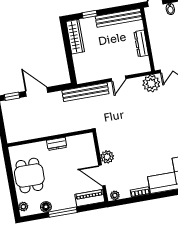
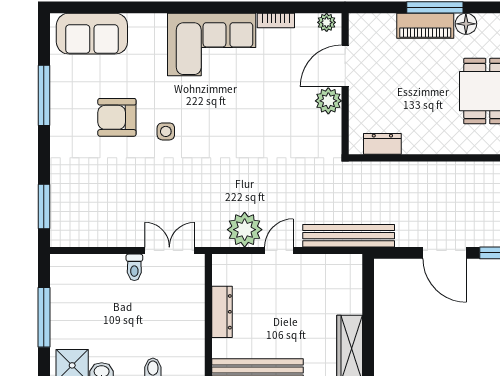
plant: (151, 84) -> (245, 230), moved
dresser: (57, 144) -> (382, 144), moved
door: (102, 176) -> (345, 66), swing flipped
piano: (90, 198) -> (425, 26), moved

